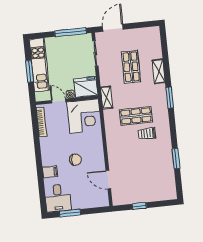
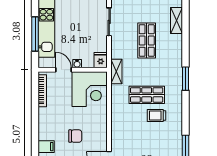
window: (30, 71) -> (35, 34), width x1.44
shelving: (159, 71) -> (177, 20), moved
fridge: (86, 87) -> (101, 60), width x0.53, depth x0.75

